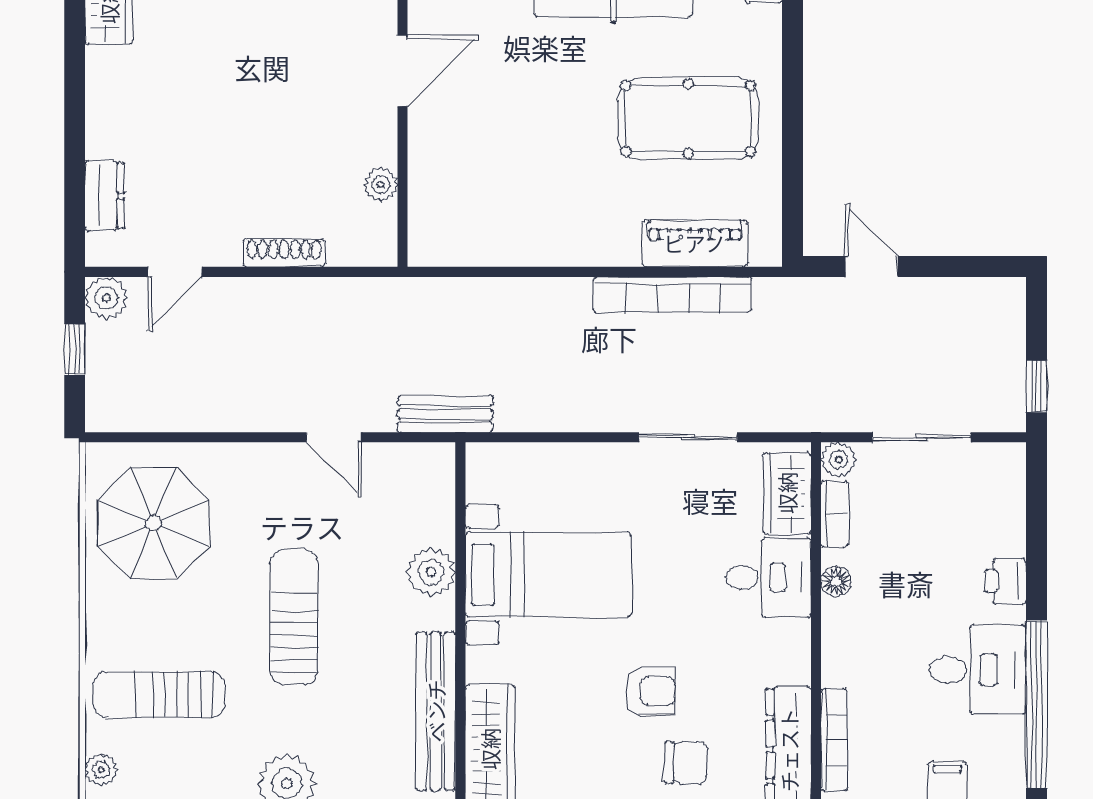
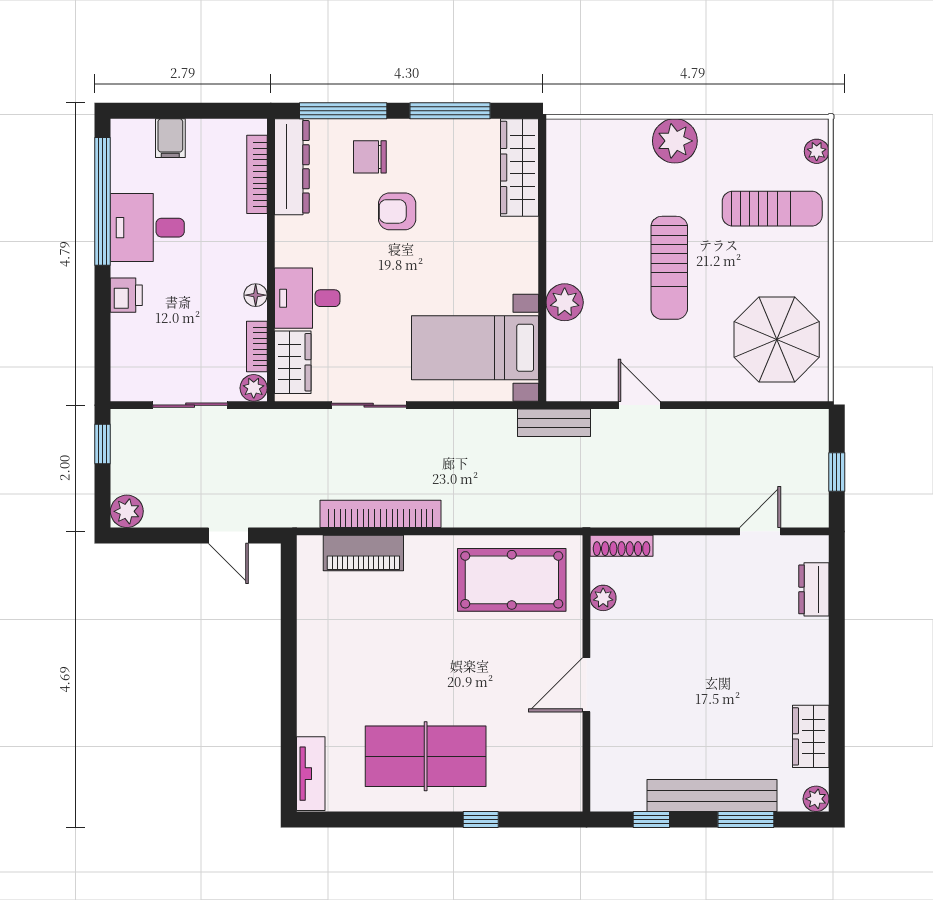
pool table: (688, 119) -> (512, 580), moved
shoe rack: (284, 253) -> (622, 546), moved
plant: (106, 298) -> (127, 511), moved
bed with nightstands: (548, 575) -> (475, 348), moved
bench: (436, 711) -> (561, 196), removed

